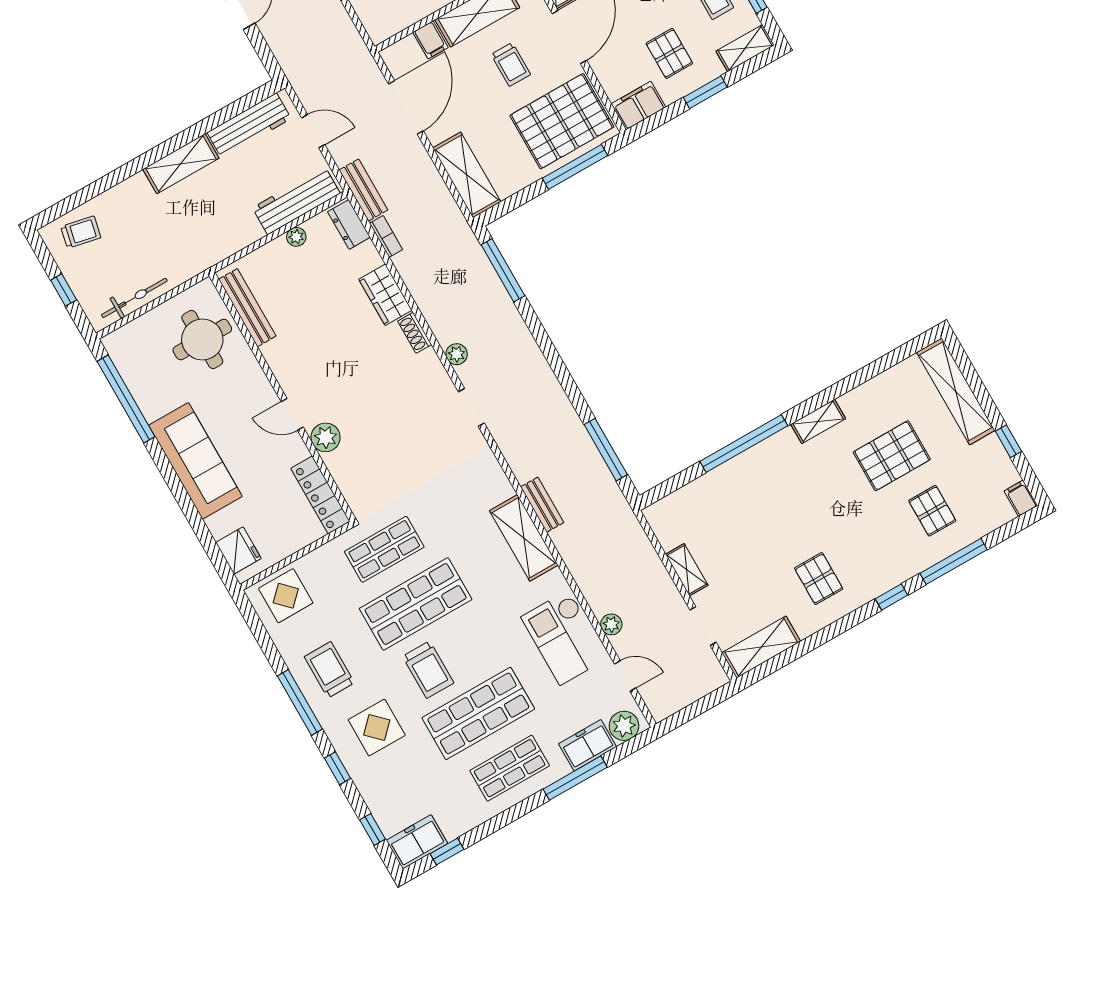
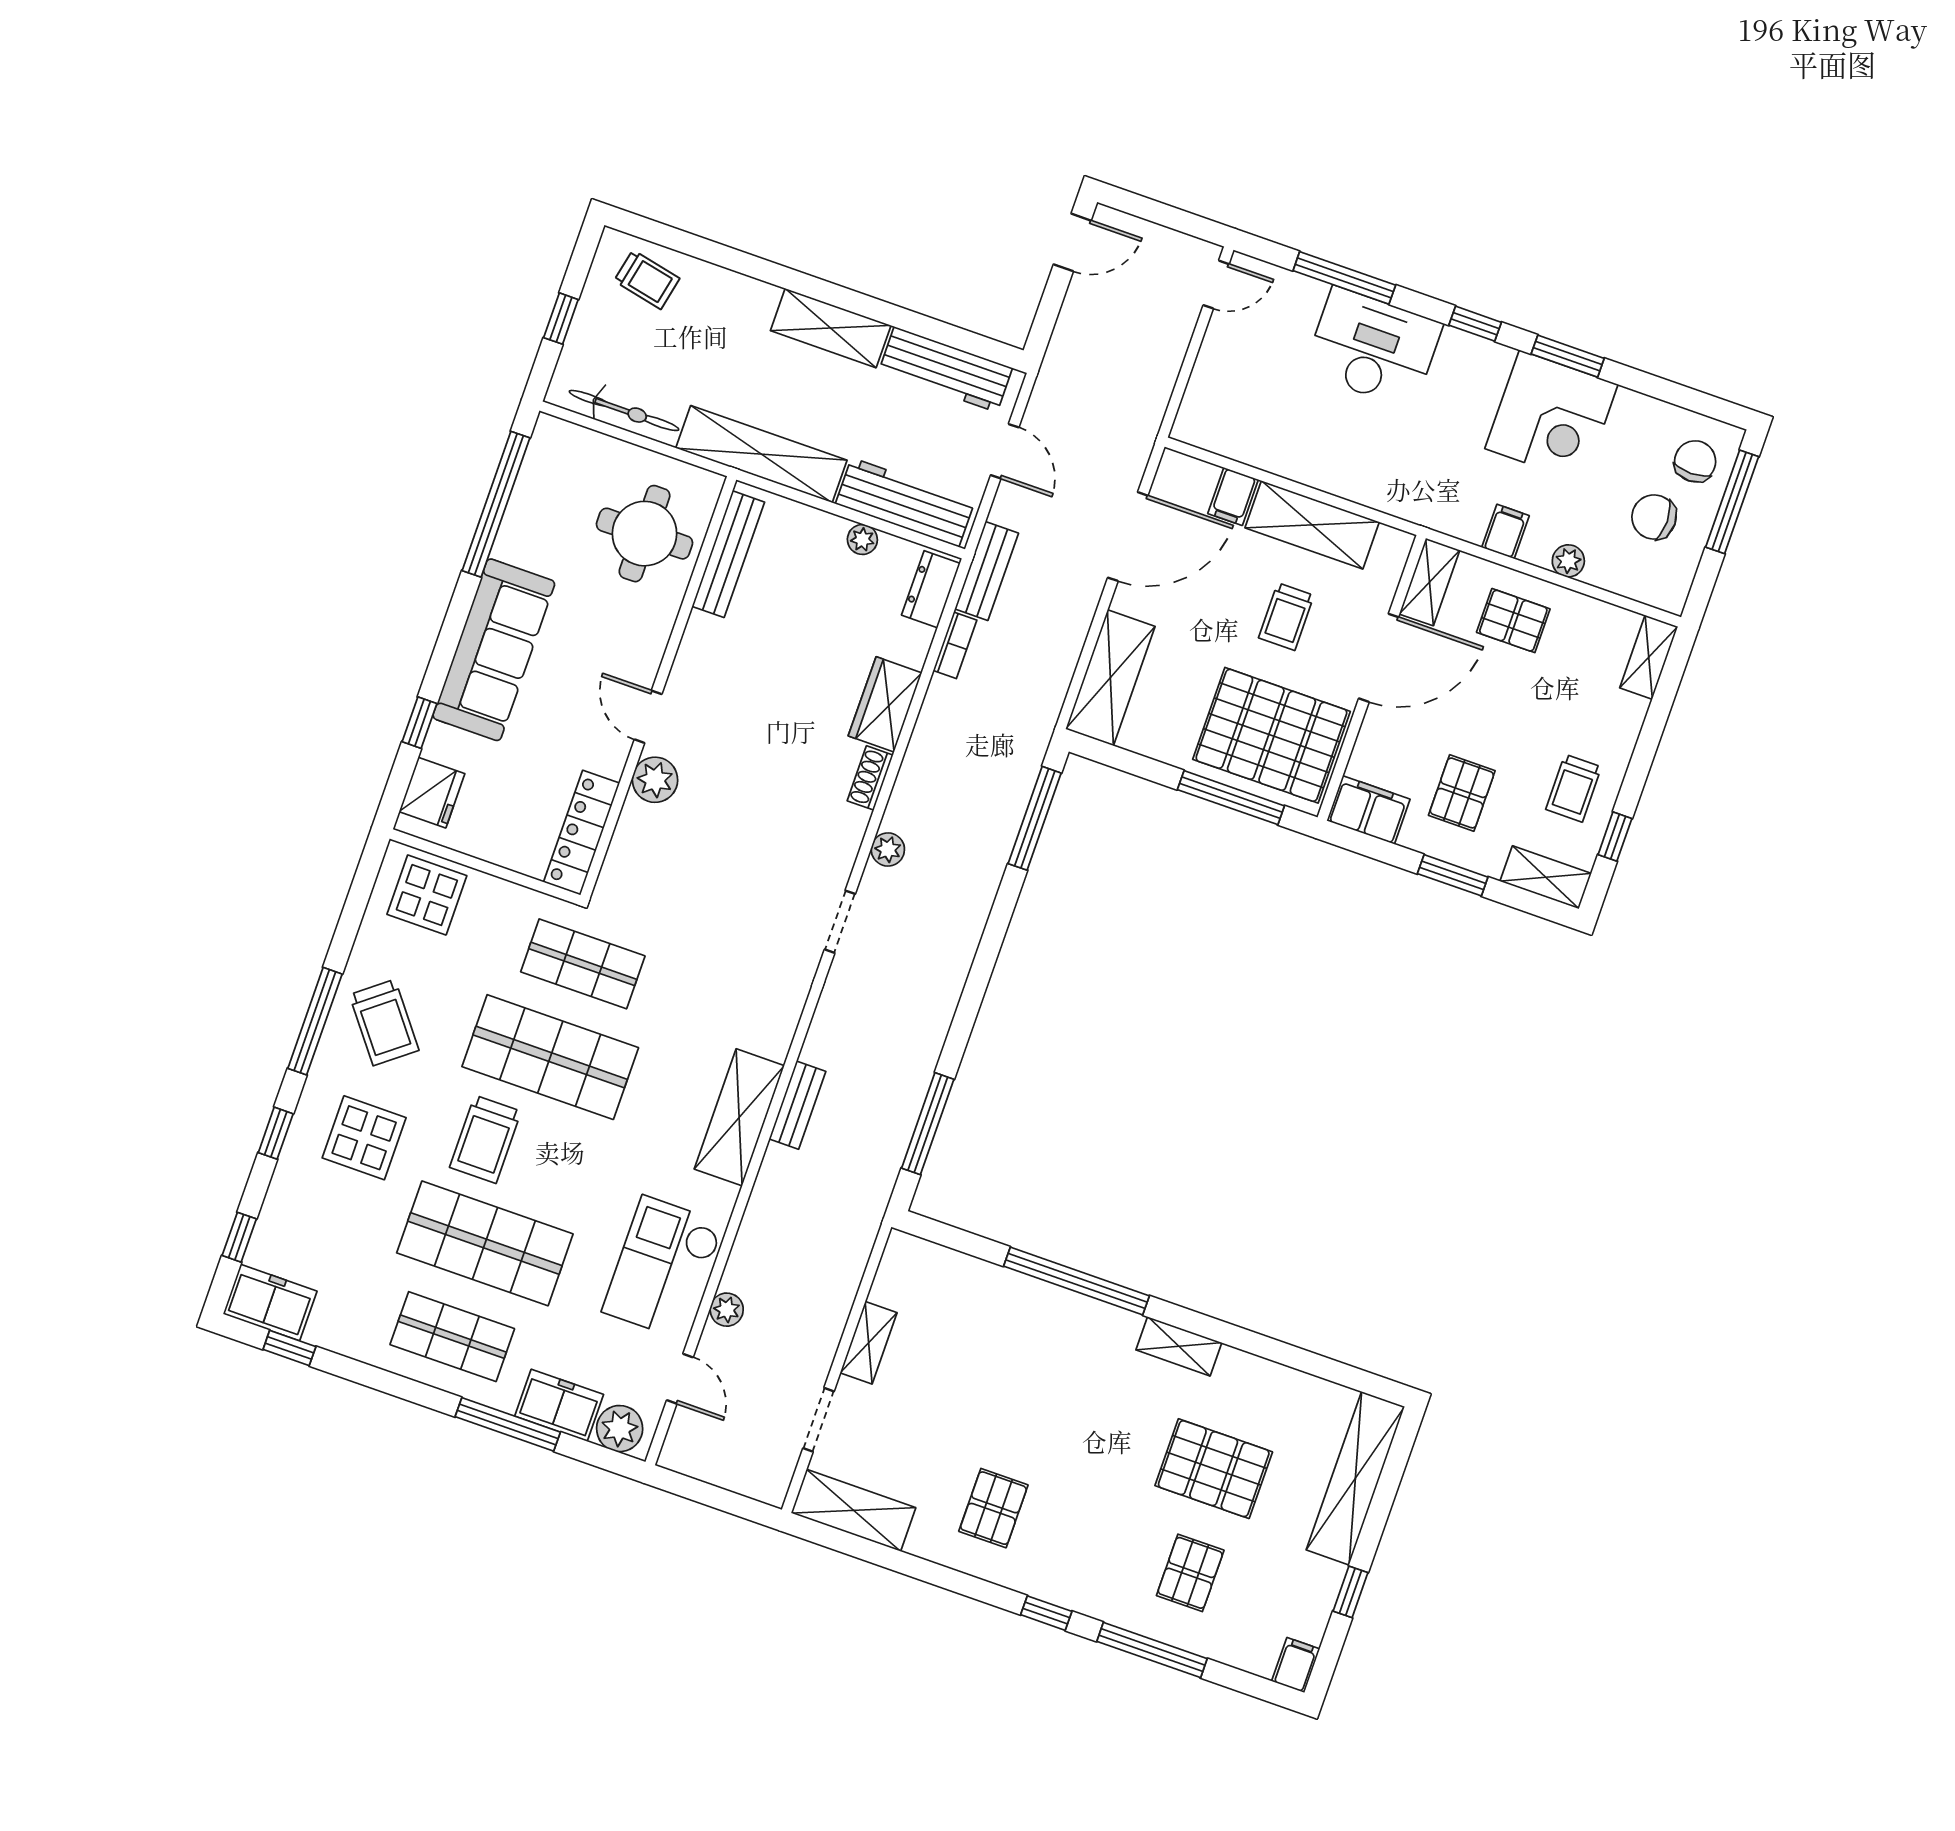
shelving: (213, 250) -> (761, 454), added
window: (199, 527) -> (419, 723), added
trolley: (329, 670) -> (384, 1022), turned 142

